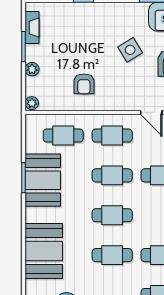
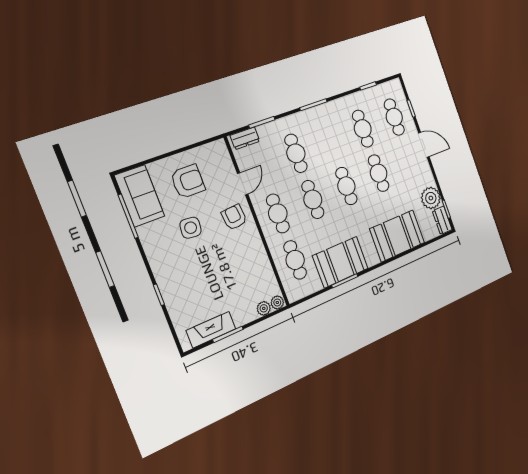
fireplace: (32, 27) -> (211, 330), width x1.37, depth x1.32
side table: (130, 50) -> (191, 228), turned 37
plant: (32, 69) -> (264, 308), moved
armchair: (84, 84) -> (234, 217), moved, turned -95

